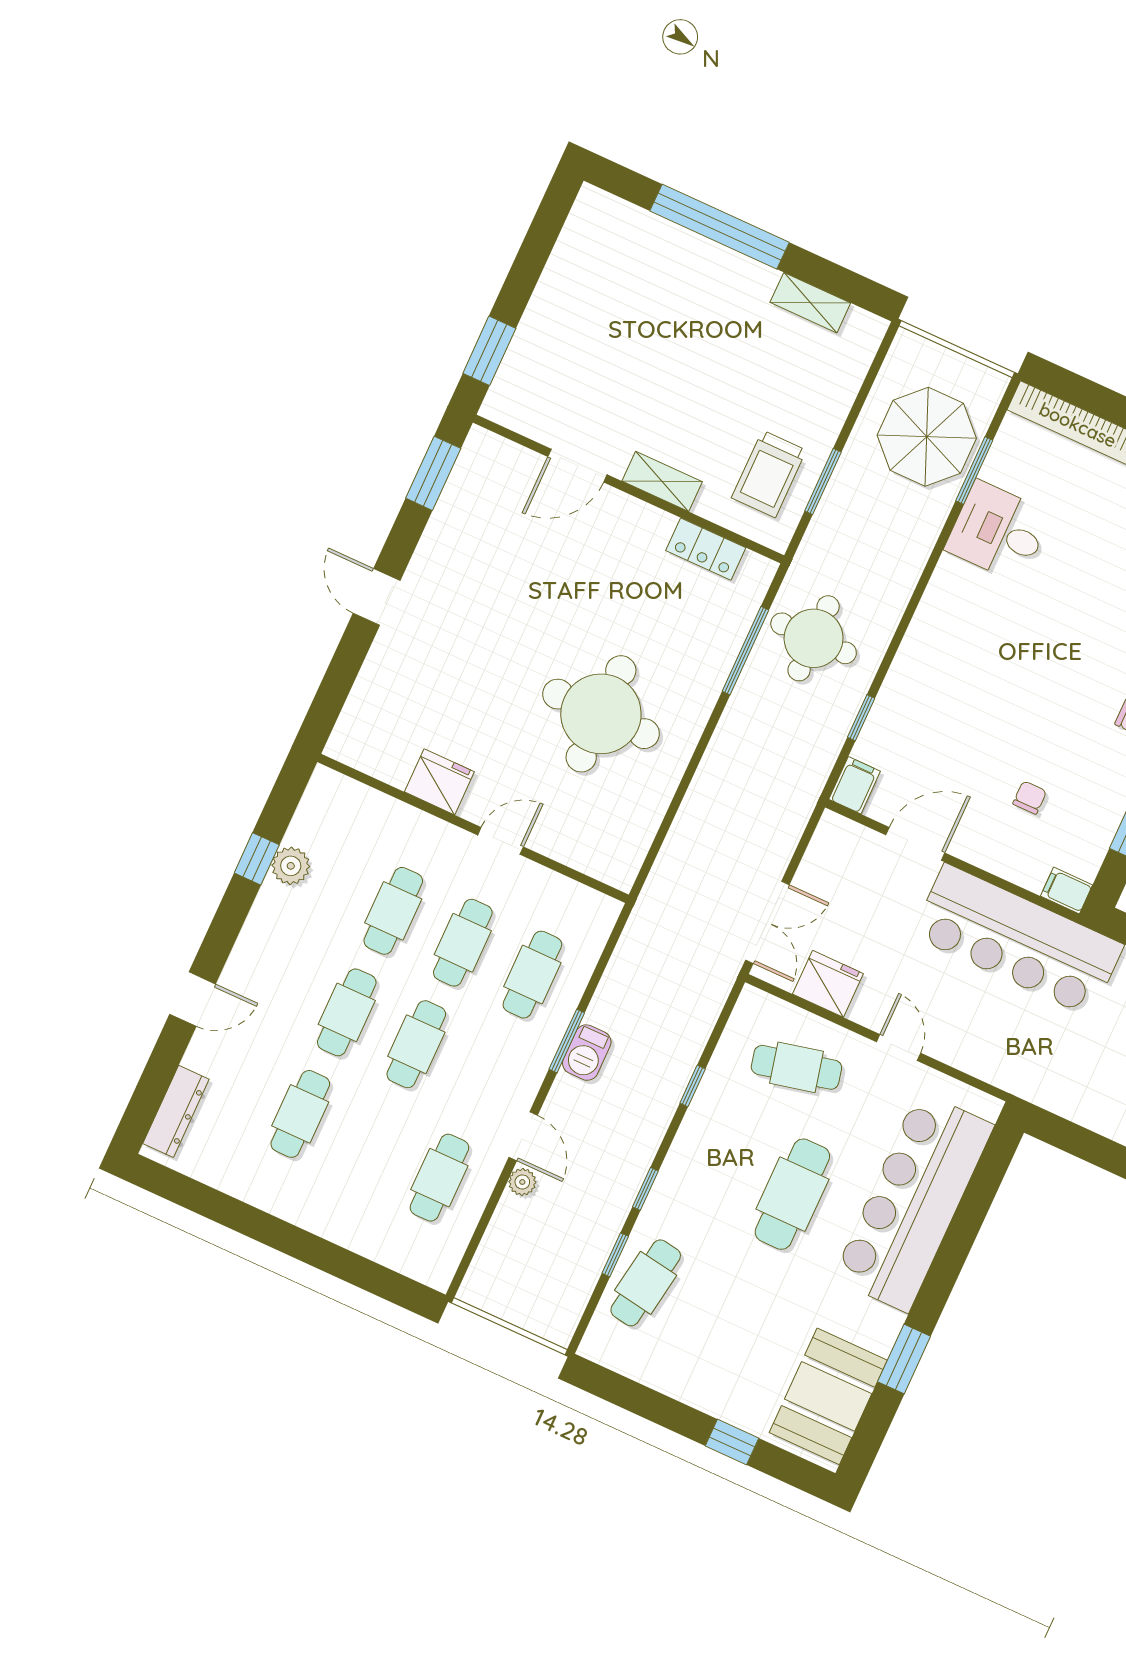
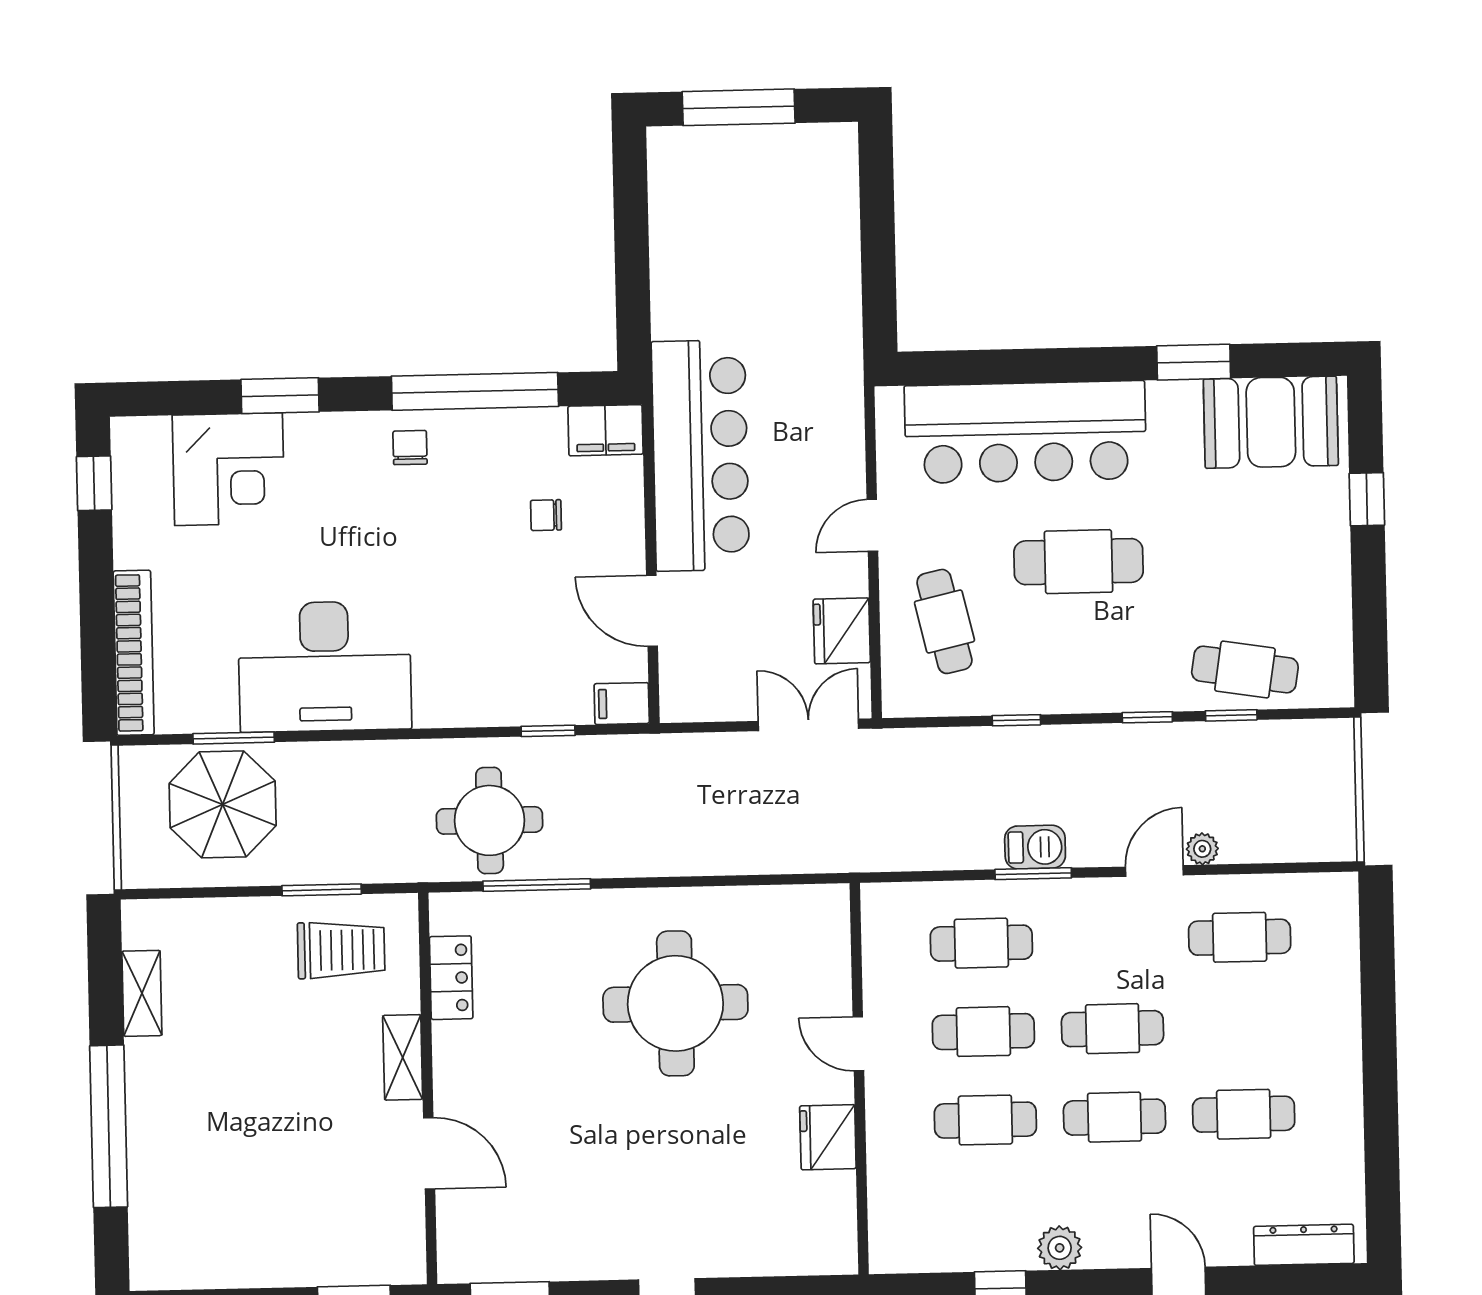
desk: (998, 532) -> (325, 666), width x1.87, depth x1.30
plant: (291, 866) -> (1060, 1248), moved
filing cabinet: (1067, 891) -> (605, 430), width x2.00

